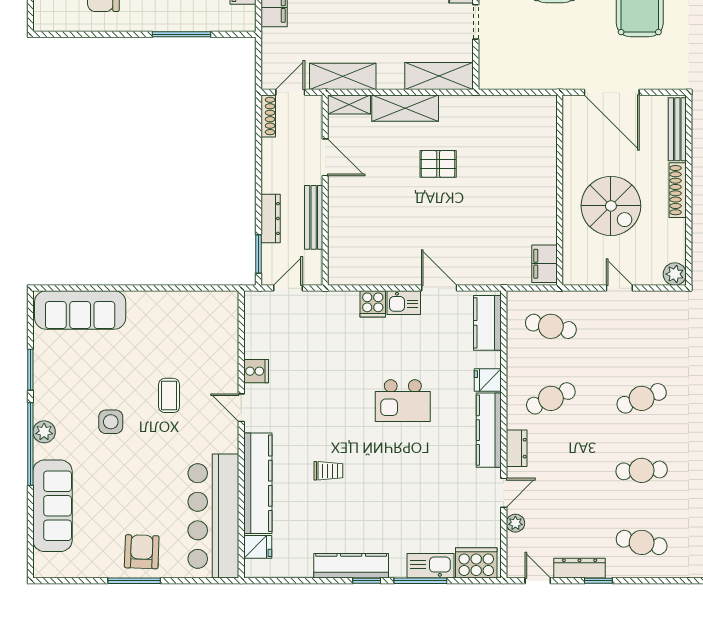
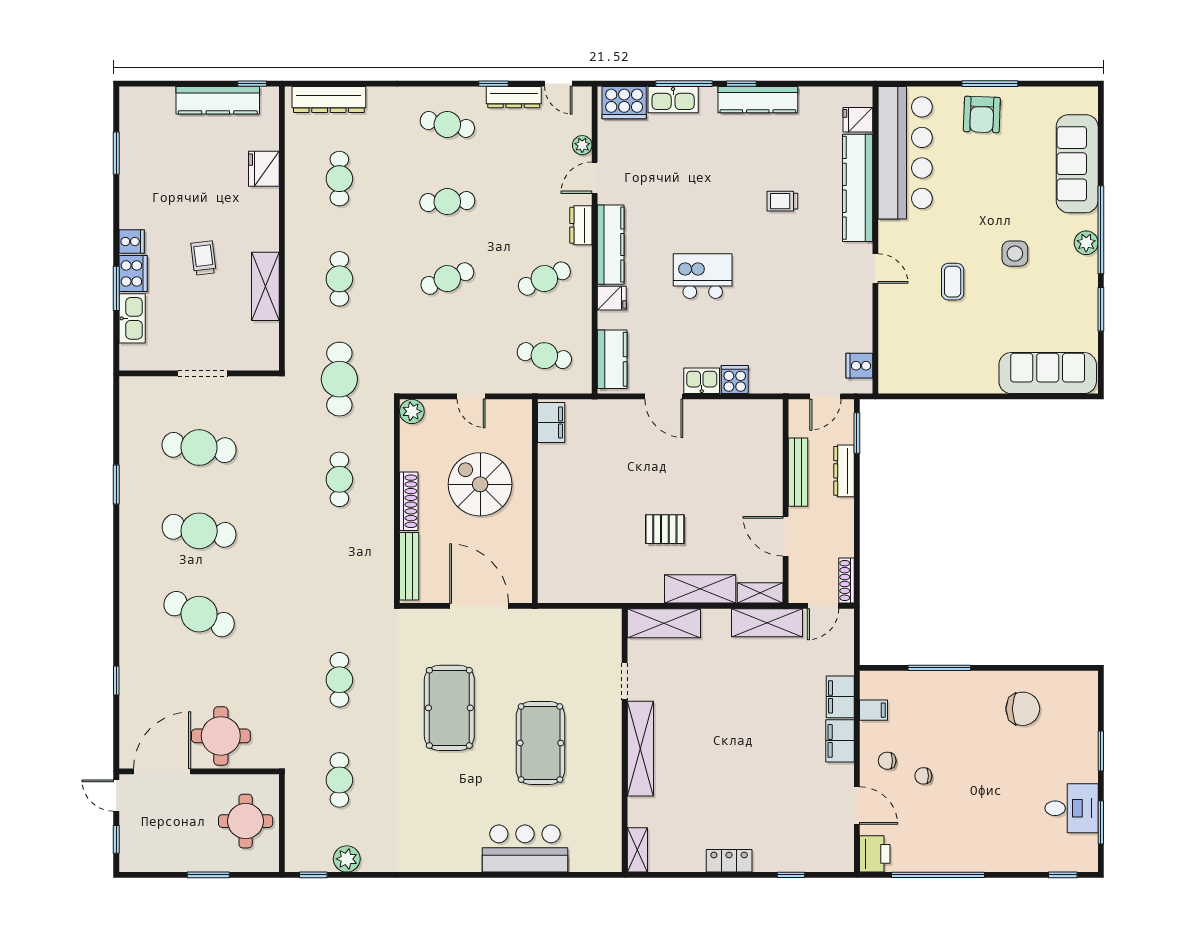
cooker: (256, 371) -> (859, 366), moved

